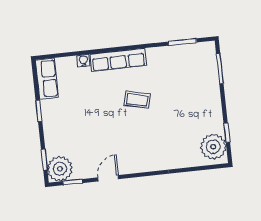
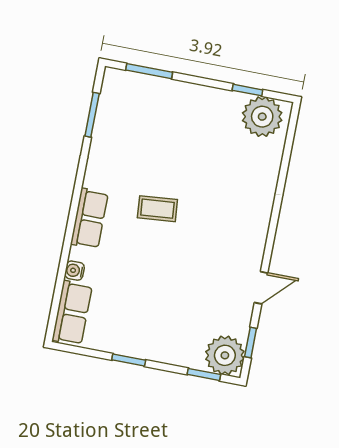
row of seats: (118, 60) -> (89, 219), width x0.68
row of seats: (47, 79) -> (72, 313), moved, turned 90
coffee table: (137, 100) -> (157, 209), turned 72
door: (108, 178) -> (261, 288), swing flipped

